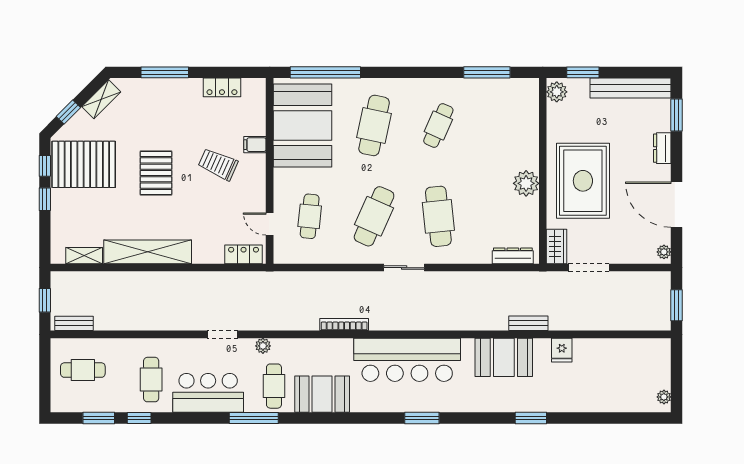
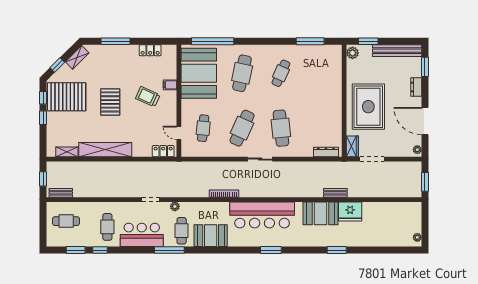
plant: (526, 183) -> (334, 108), removed
fridge: (562, 350) -> (350, 211), width x1.88, depth x1.34

